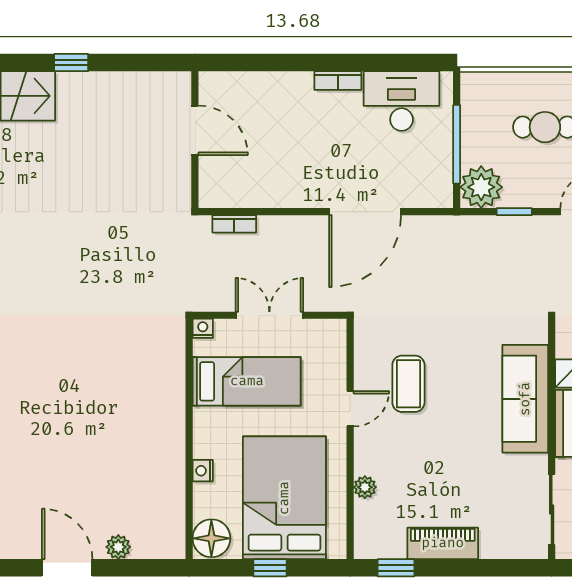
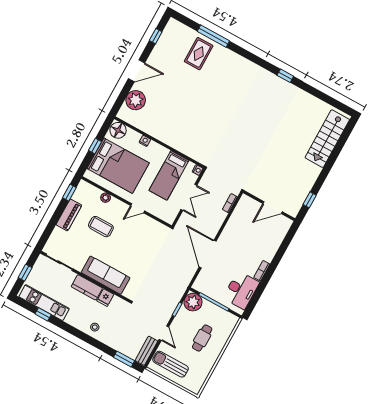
window: (71, 63) -> (310, 200), moved
coffee table: (408, 384) -> (101, 227), moved
door: (350, 409) -> (138, 208), hinge flipped
plant: (118, 547) -> (136, 100), width x1.87, depth x1.87

